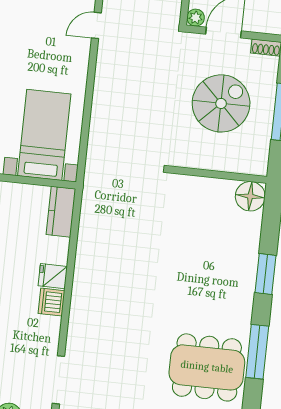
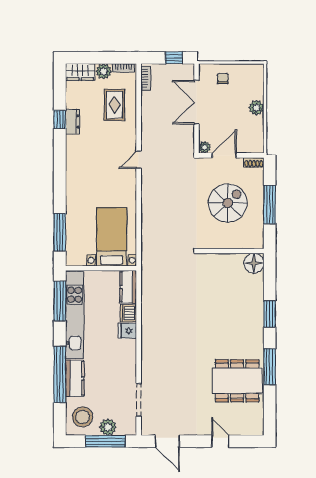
dishwasher: (51, 302) -> (128, 313), moved

